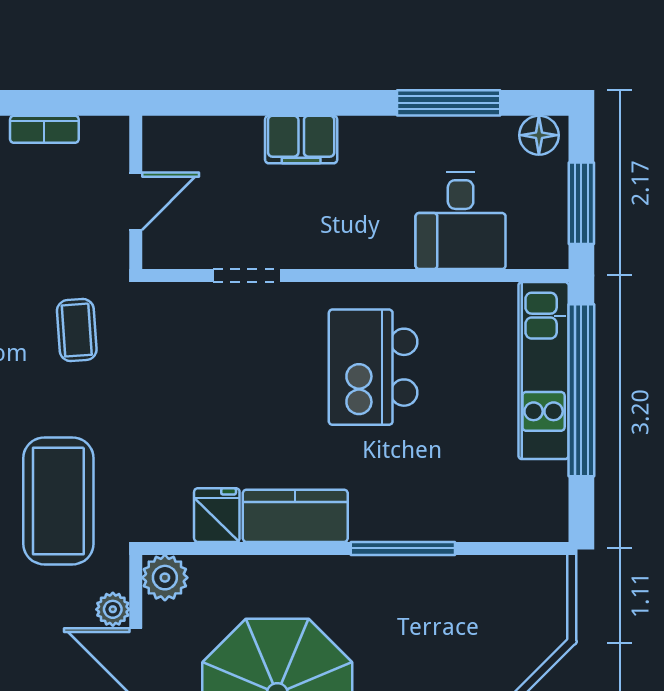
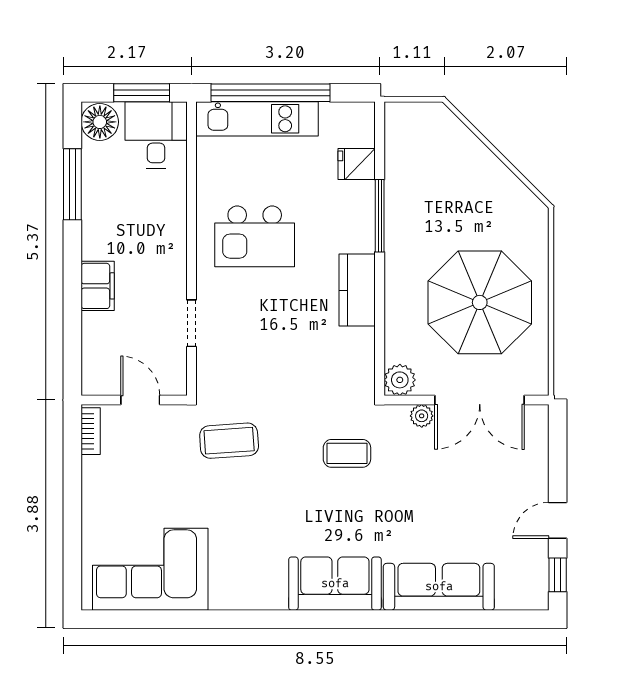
bookcase: (44, 129) -> (91, 431), moved
floor lamp: (539, 135) -> (100, 122), width x1.38, depth x1.38
desk: (461, 221) -> (156, 135), moved, turned -90
coffee table: (77, 330) -> (229, 441), width x1.36, depth x1.30
coffee table: (58, 501) -> (347, 453), width x0.54, depth x0.58
fridge: (217, 515) -> (357, 164), moved

